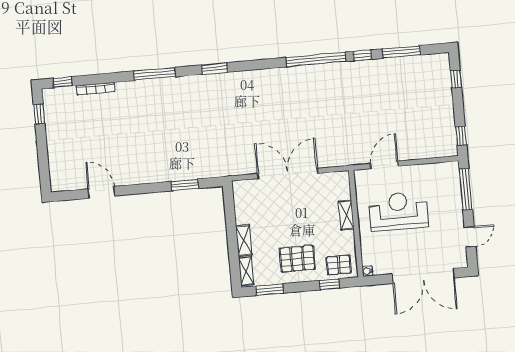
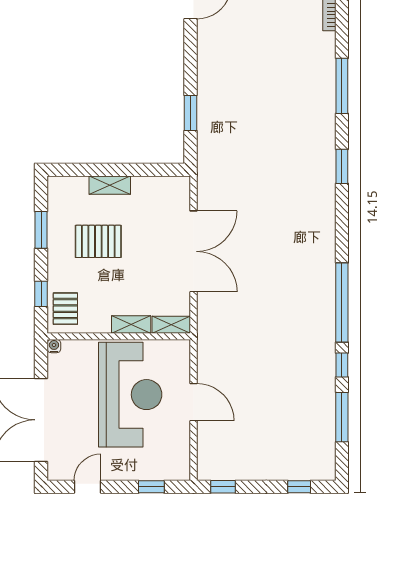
door: (384, 165) -> (194, 402), moved
window: (466, 189) -> (151, 487), width x0.46
reception desk: (398, 211) -> (130, 395), width x1.36, depth x1.30
door: (470, 237) -> (87, 487), swing flipped
pallet: (297, 259) -> (98, 241), moved, turned 90
shelving: (246, 271) -> (171, 325), moved
window: (269, 290) -> (41, 230), moved

